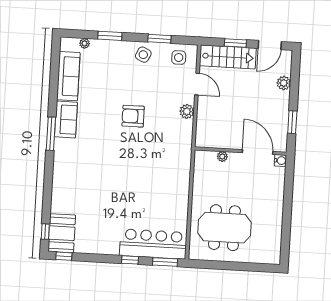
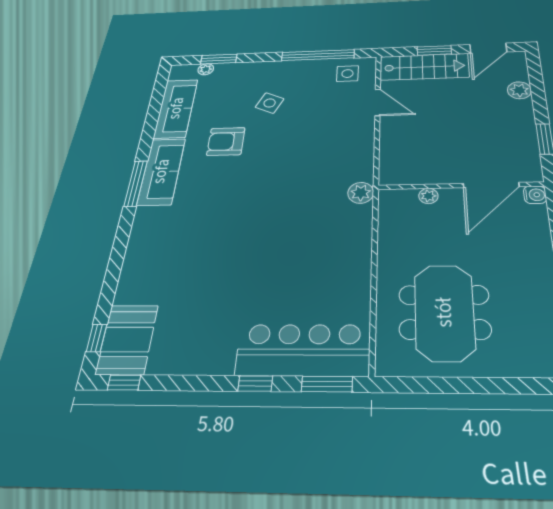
window: (110, 36) -> (219, 59), moved
window: (159, 39) -> (318, 55), width x2.11
side table: (143, 55) -> (270, 103), moved
plant: (187, 111) -> (361, 193), moved
armchair: (133, 116) -> (226, 141), moved
sofa: (66, 119) -> (161, 171), width x1.36
door: (258, 152) -> (491, 185), swing flipped
meeting table: (224, 228) -> (444, 312), turned 90

